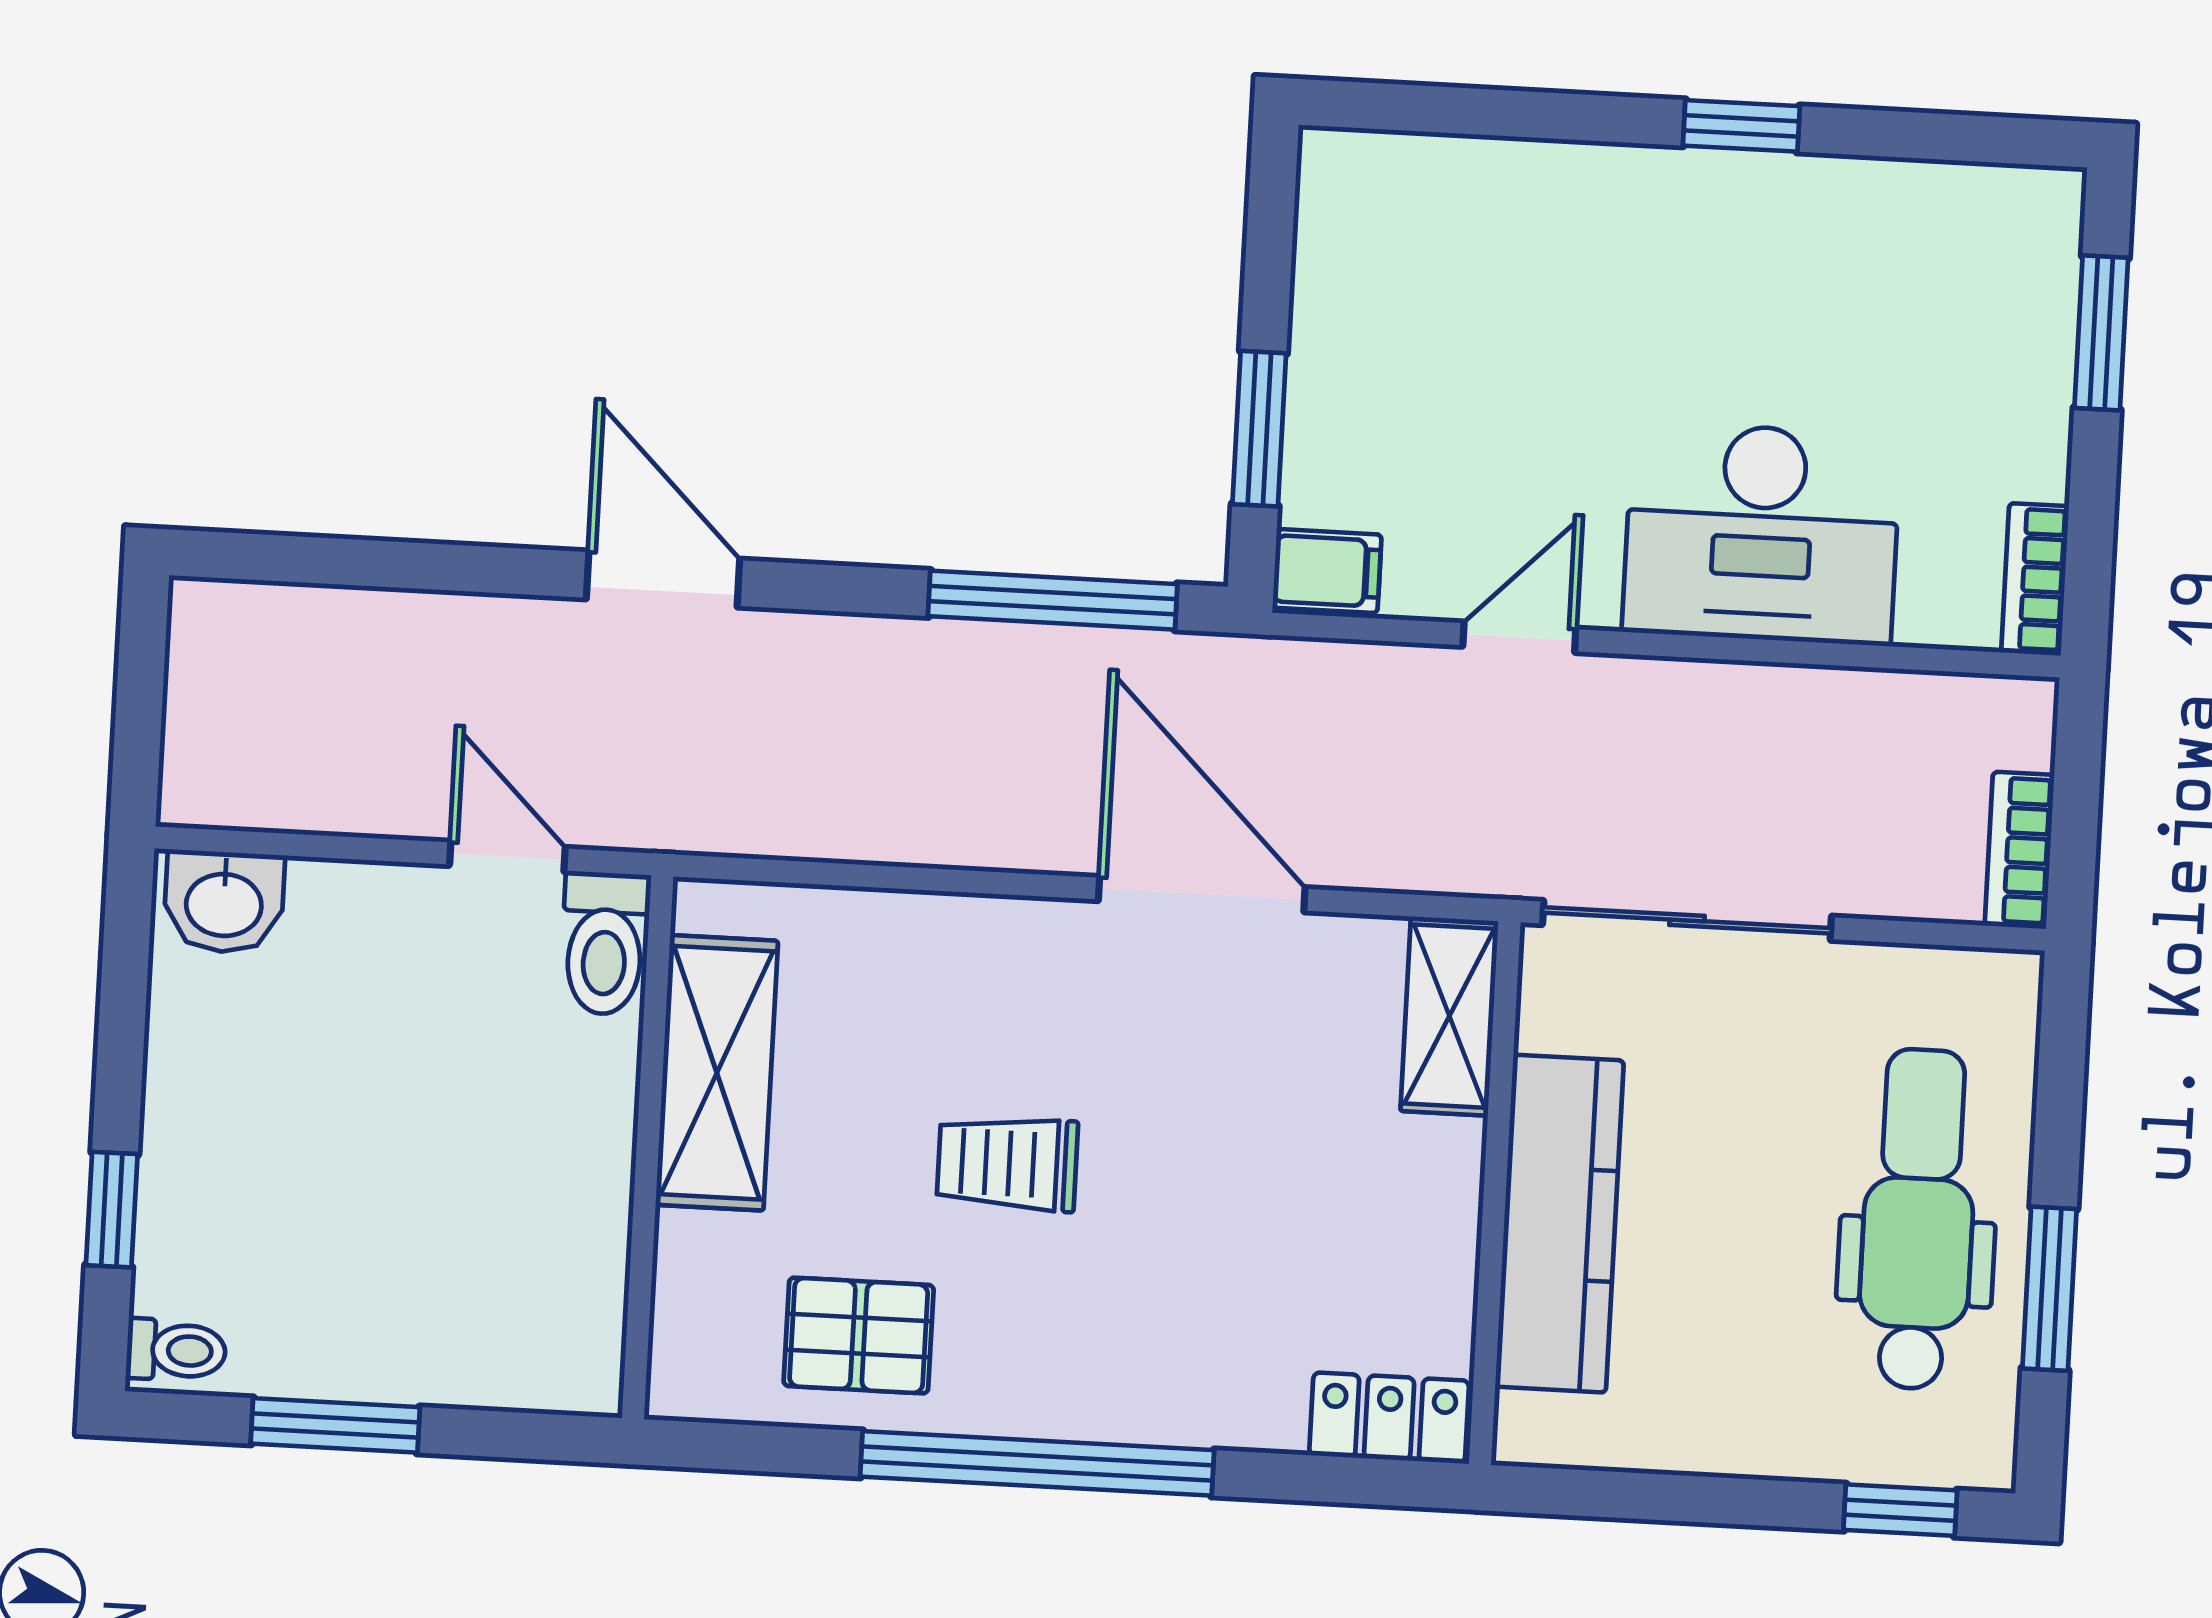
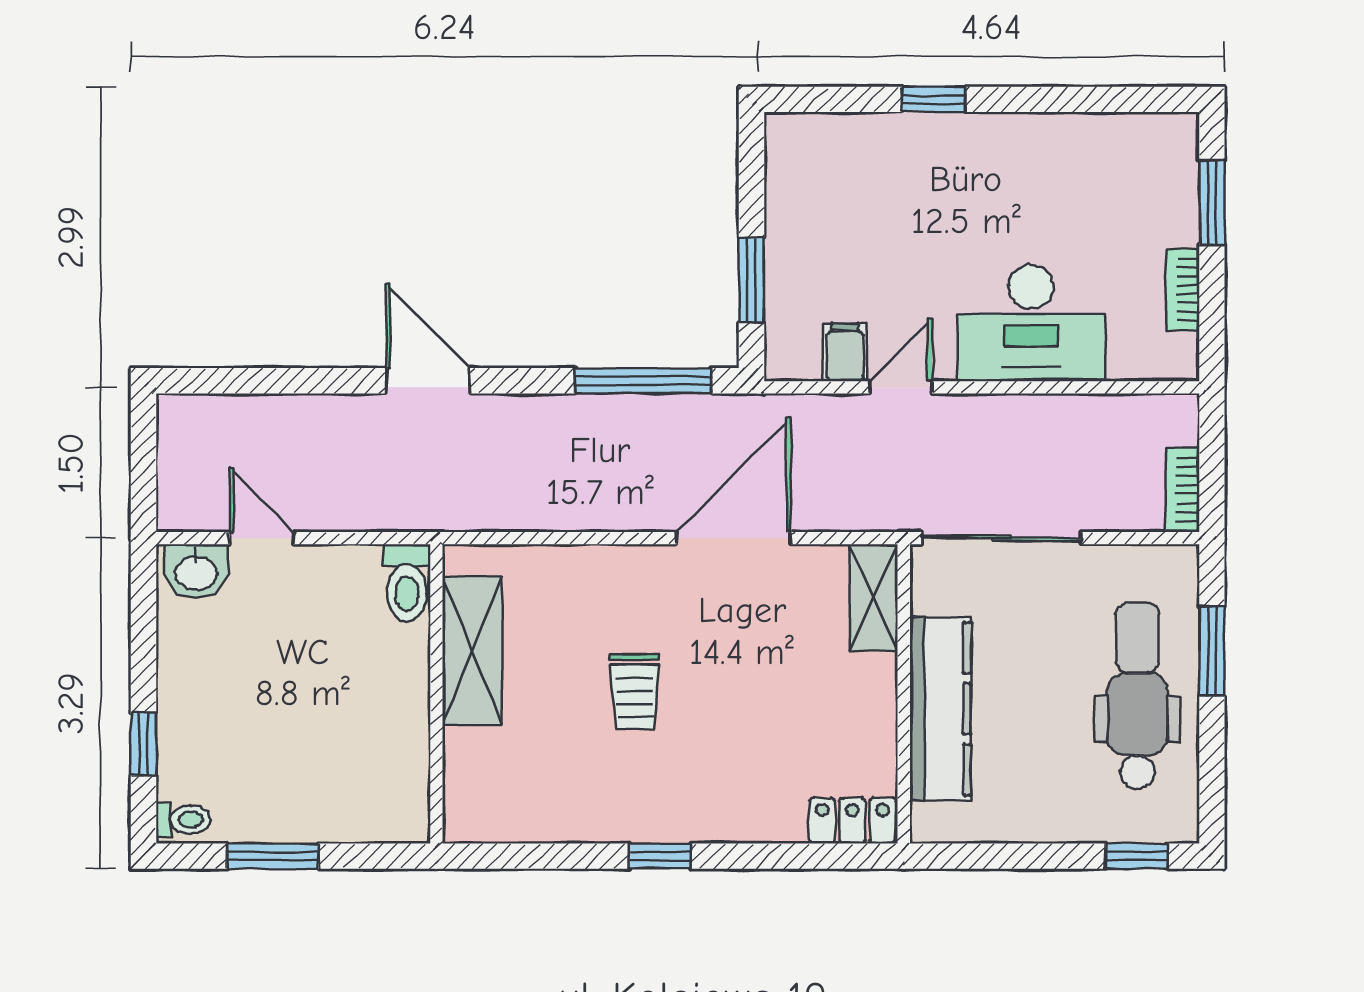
window: (1741, 126) -> (934, 99), moved
filing cabinet: (1327, 571) -> (845, 352), moved, turned -90
bookcase: (2035, 579) -> (1183, 290), moved
door: (507, 856) -> (261, 538), moved
door: (1202, 894) -> (734, 538), hinge flipped
trolley: (1007, 1163) -> (635, 692), turned -90
window: (2049, 1289) -> (1212, 651), moved
pallet: (859, 1335) -> (558, 791), removed
window: (1037, 1463) -> (660, 856), width x0.32

